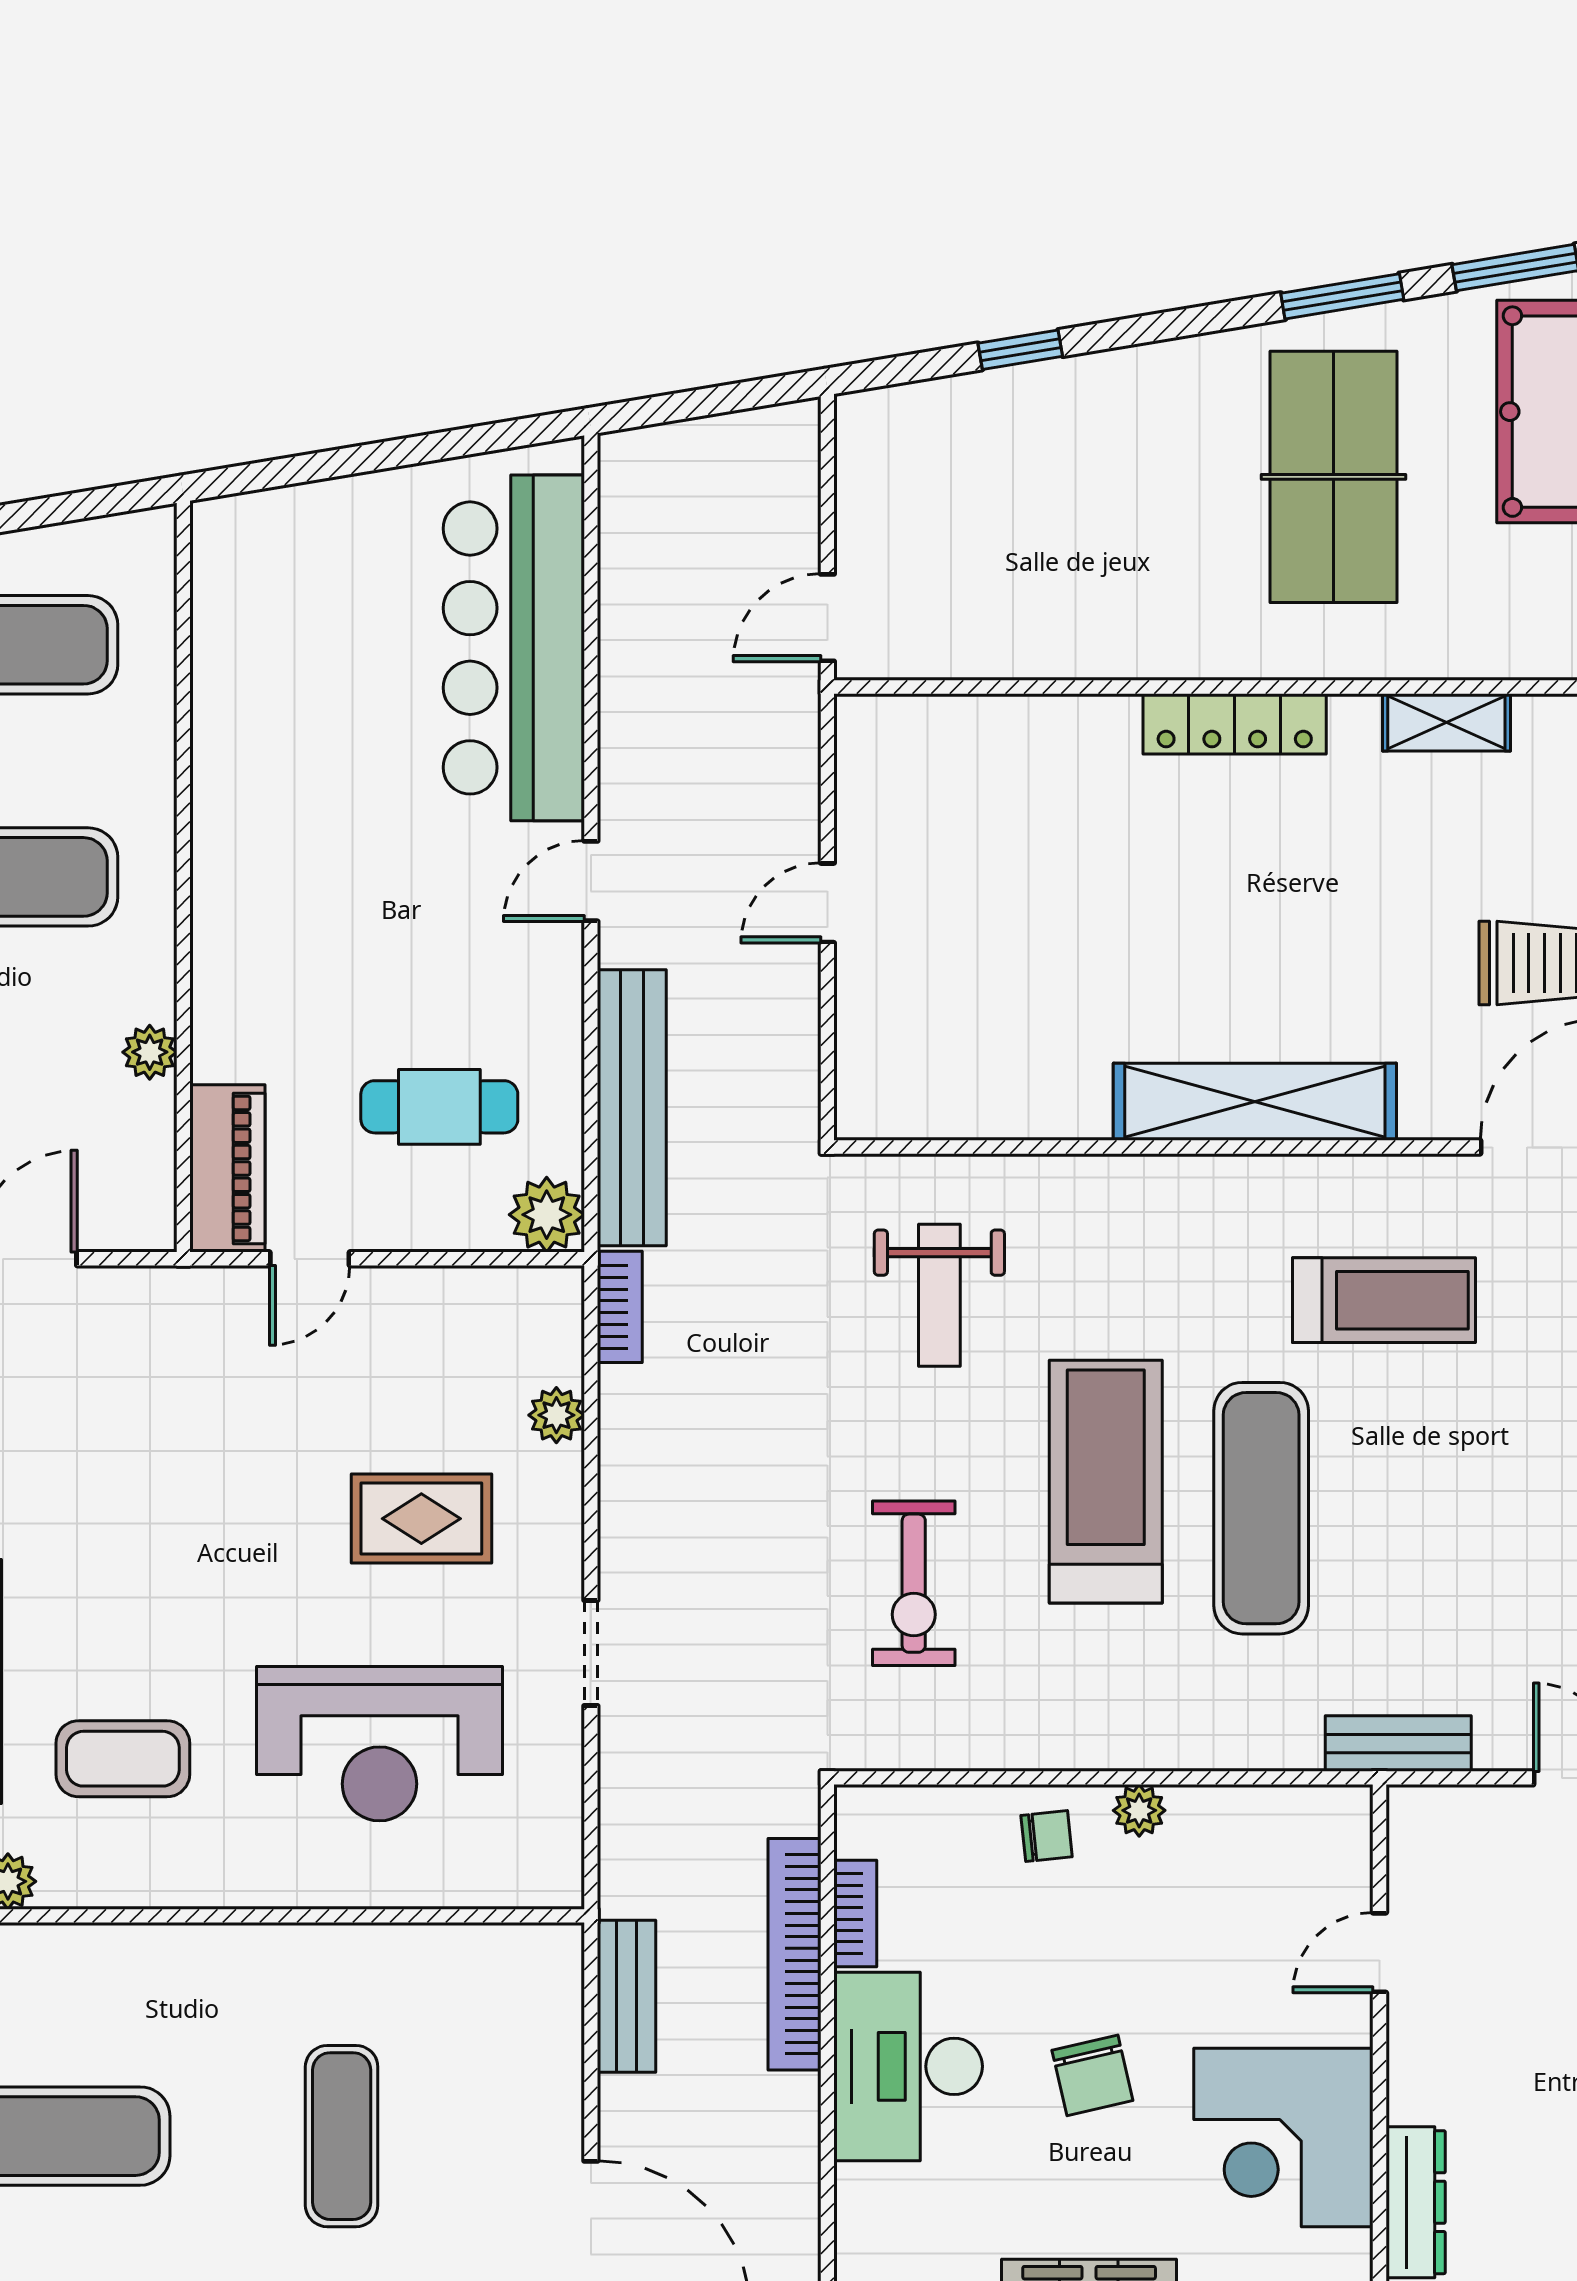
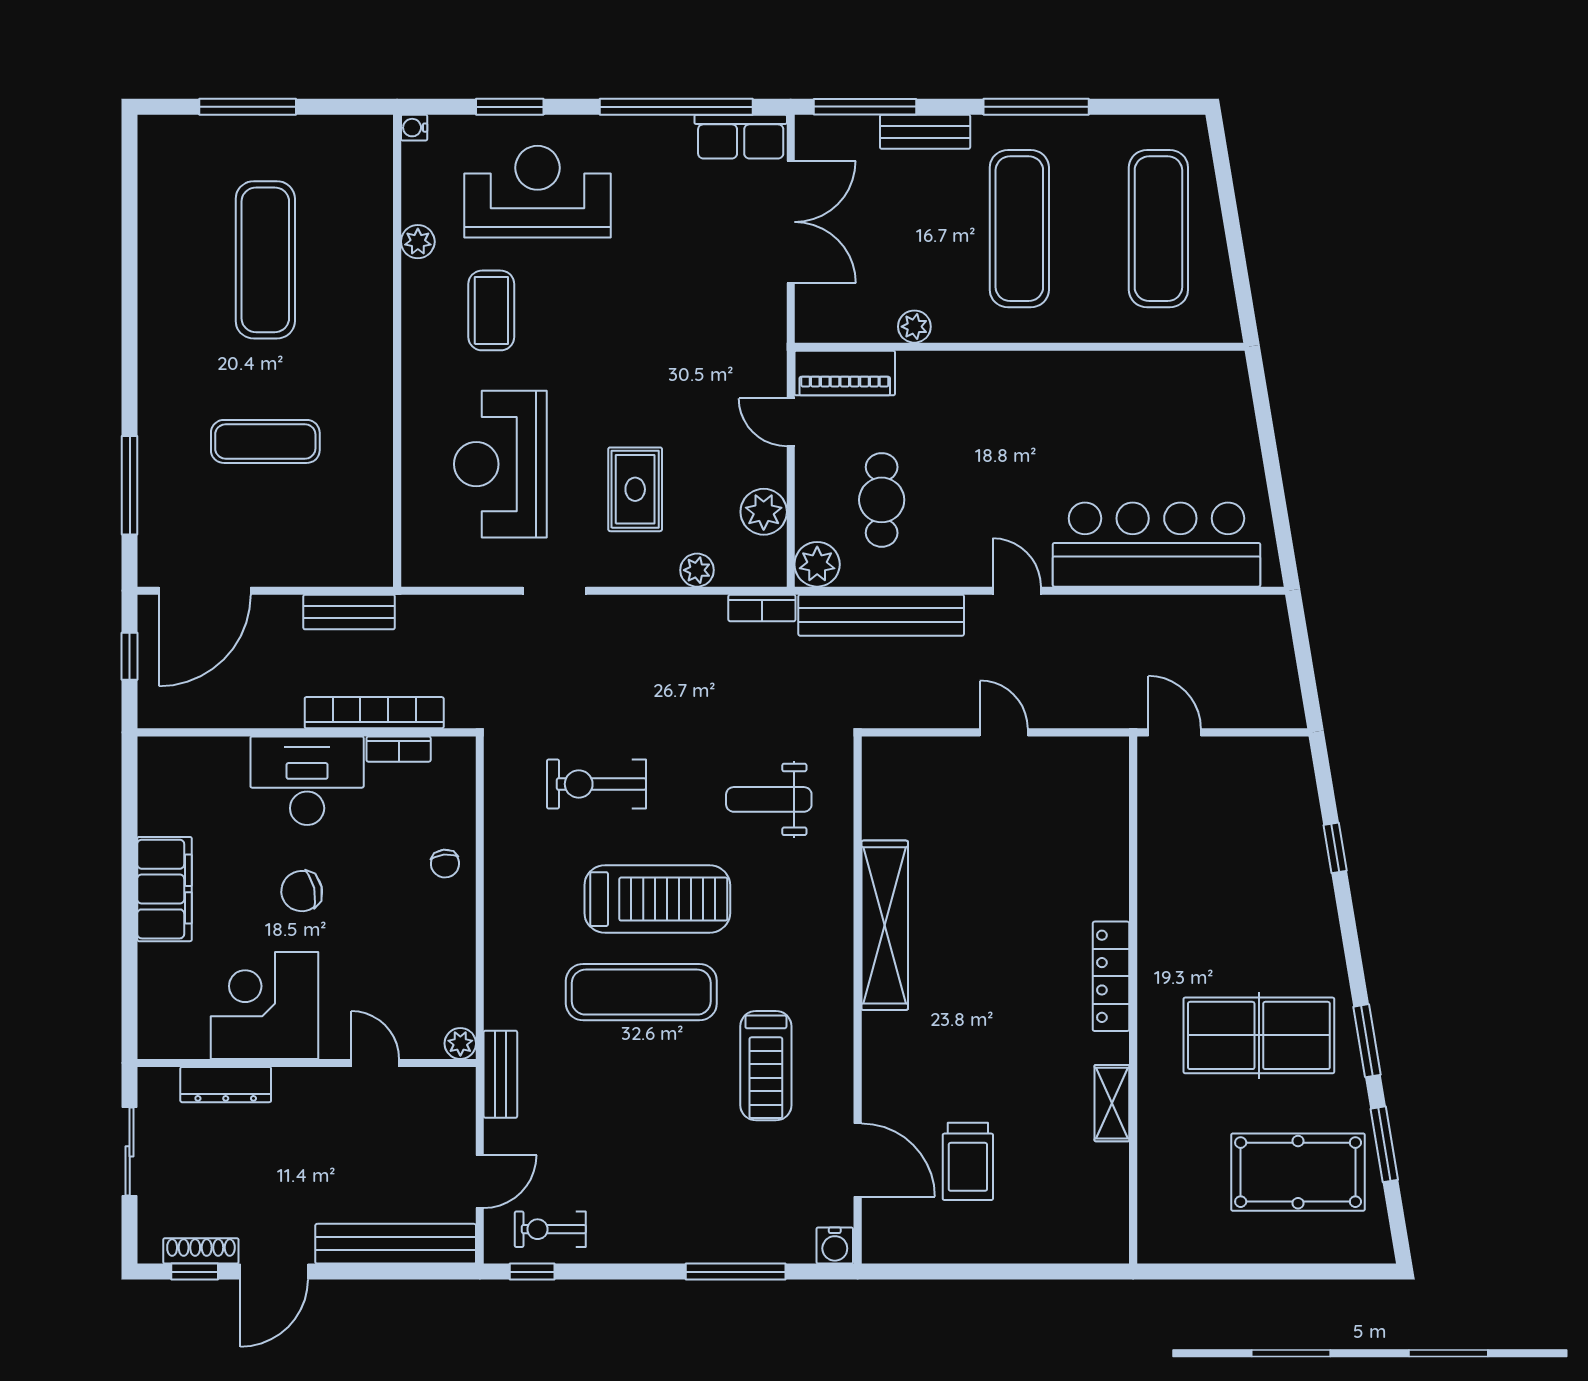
shelving: (1255, 1102) -> (885, 925), moved
plant: (459, 1304) -> (764, 512), added
plant: (1139, 1810) -> (460, 1043), moved

